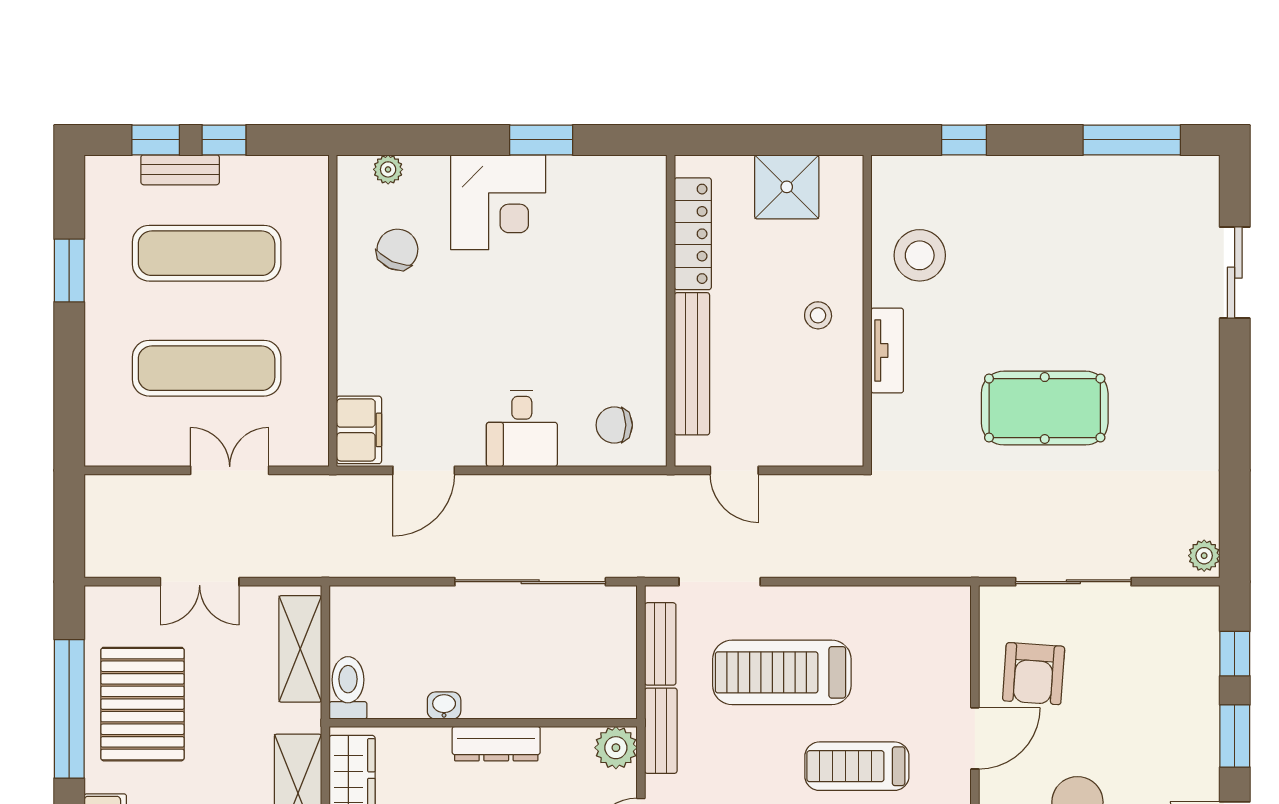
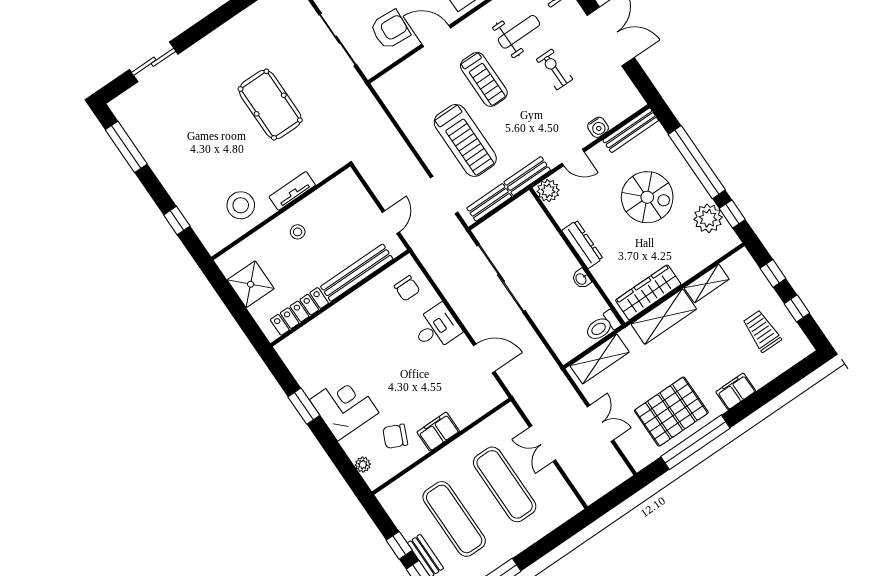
filing cabinet: (359, 430) -> (438, 432), moved

